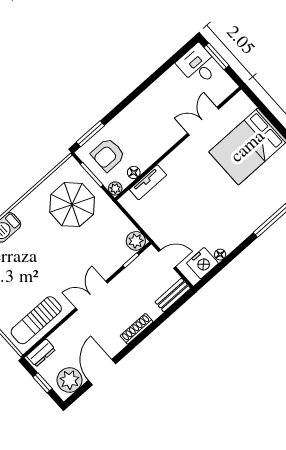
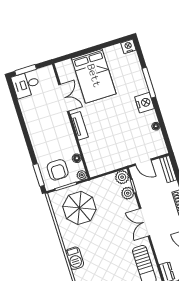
double door: (203, 121) -> (64, 98), swing flipped
tv unit: (148, 182) -> (79, 126), moved
plant: (119, 257) -> (128, 193), added
door: (167, 259) -> (143, 162), swing flipped
nightstand: (202, 263) -> (144, 103), moved

